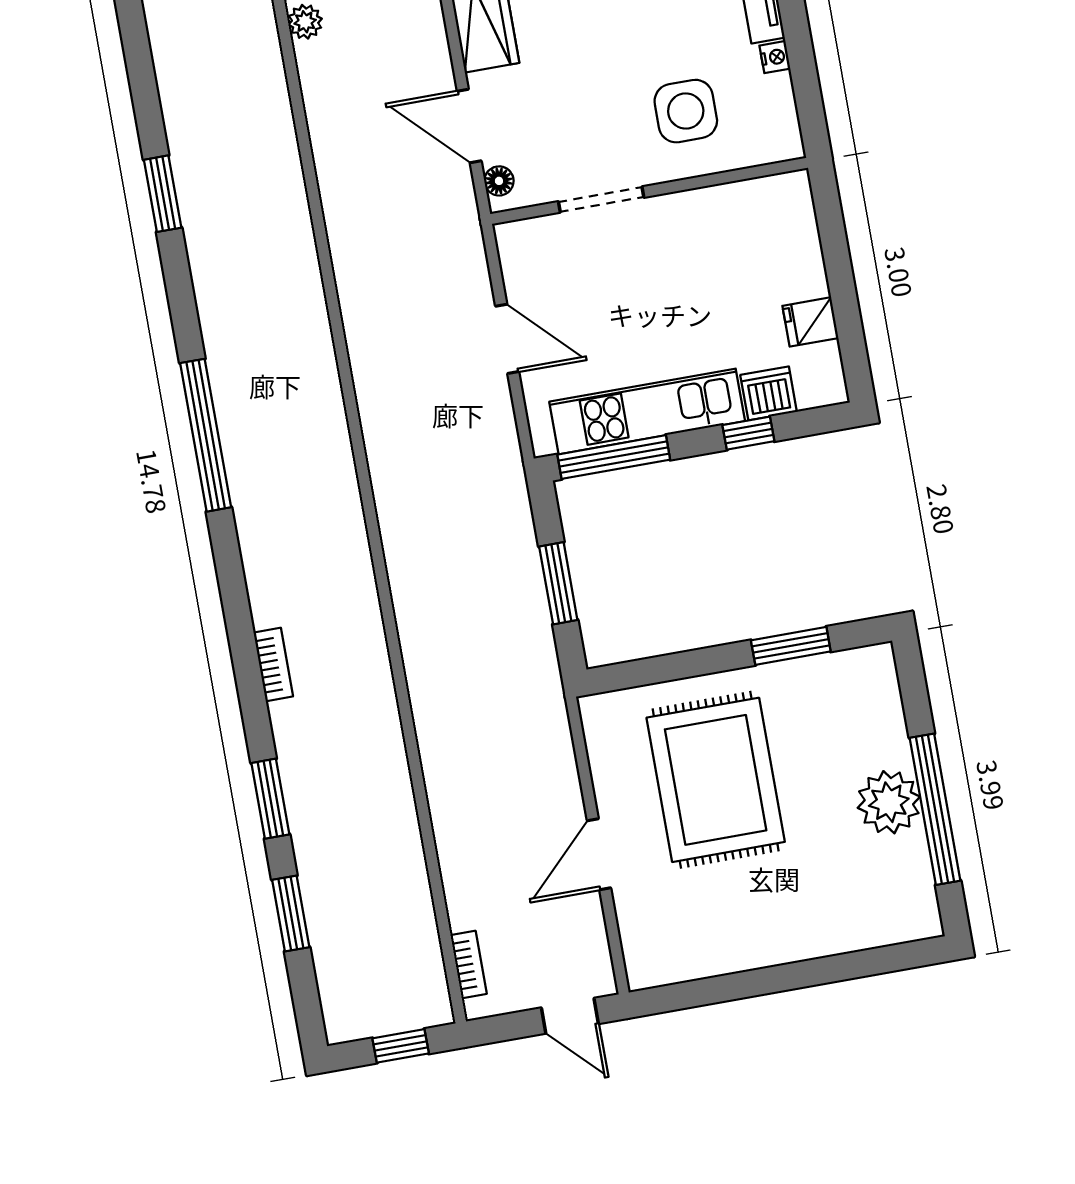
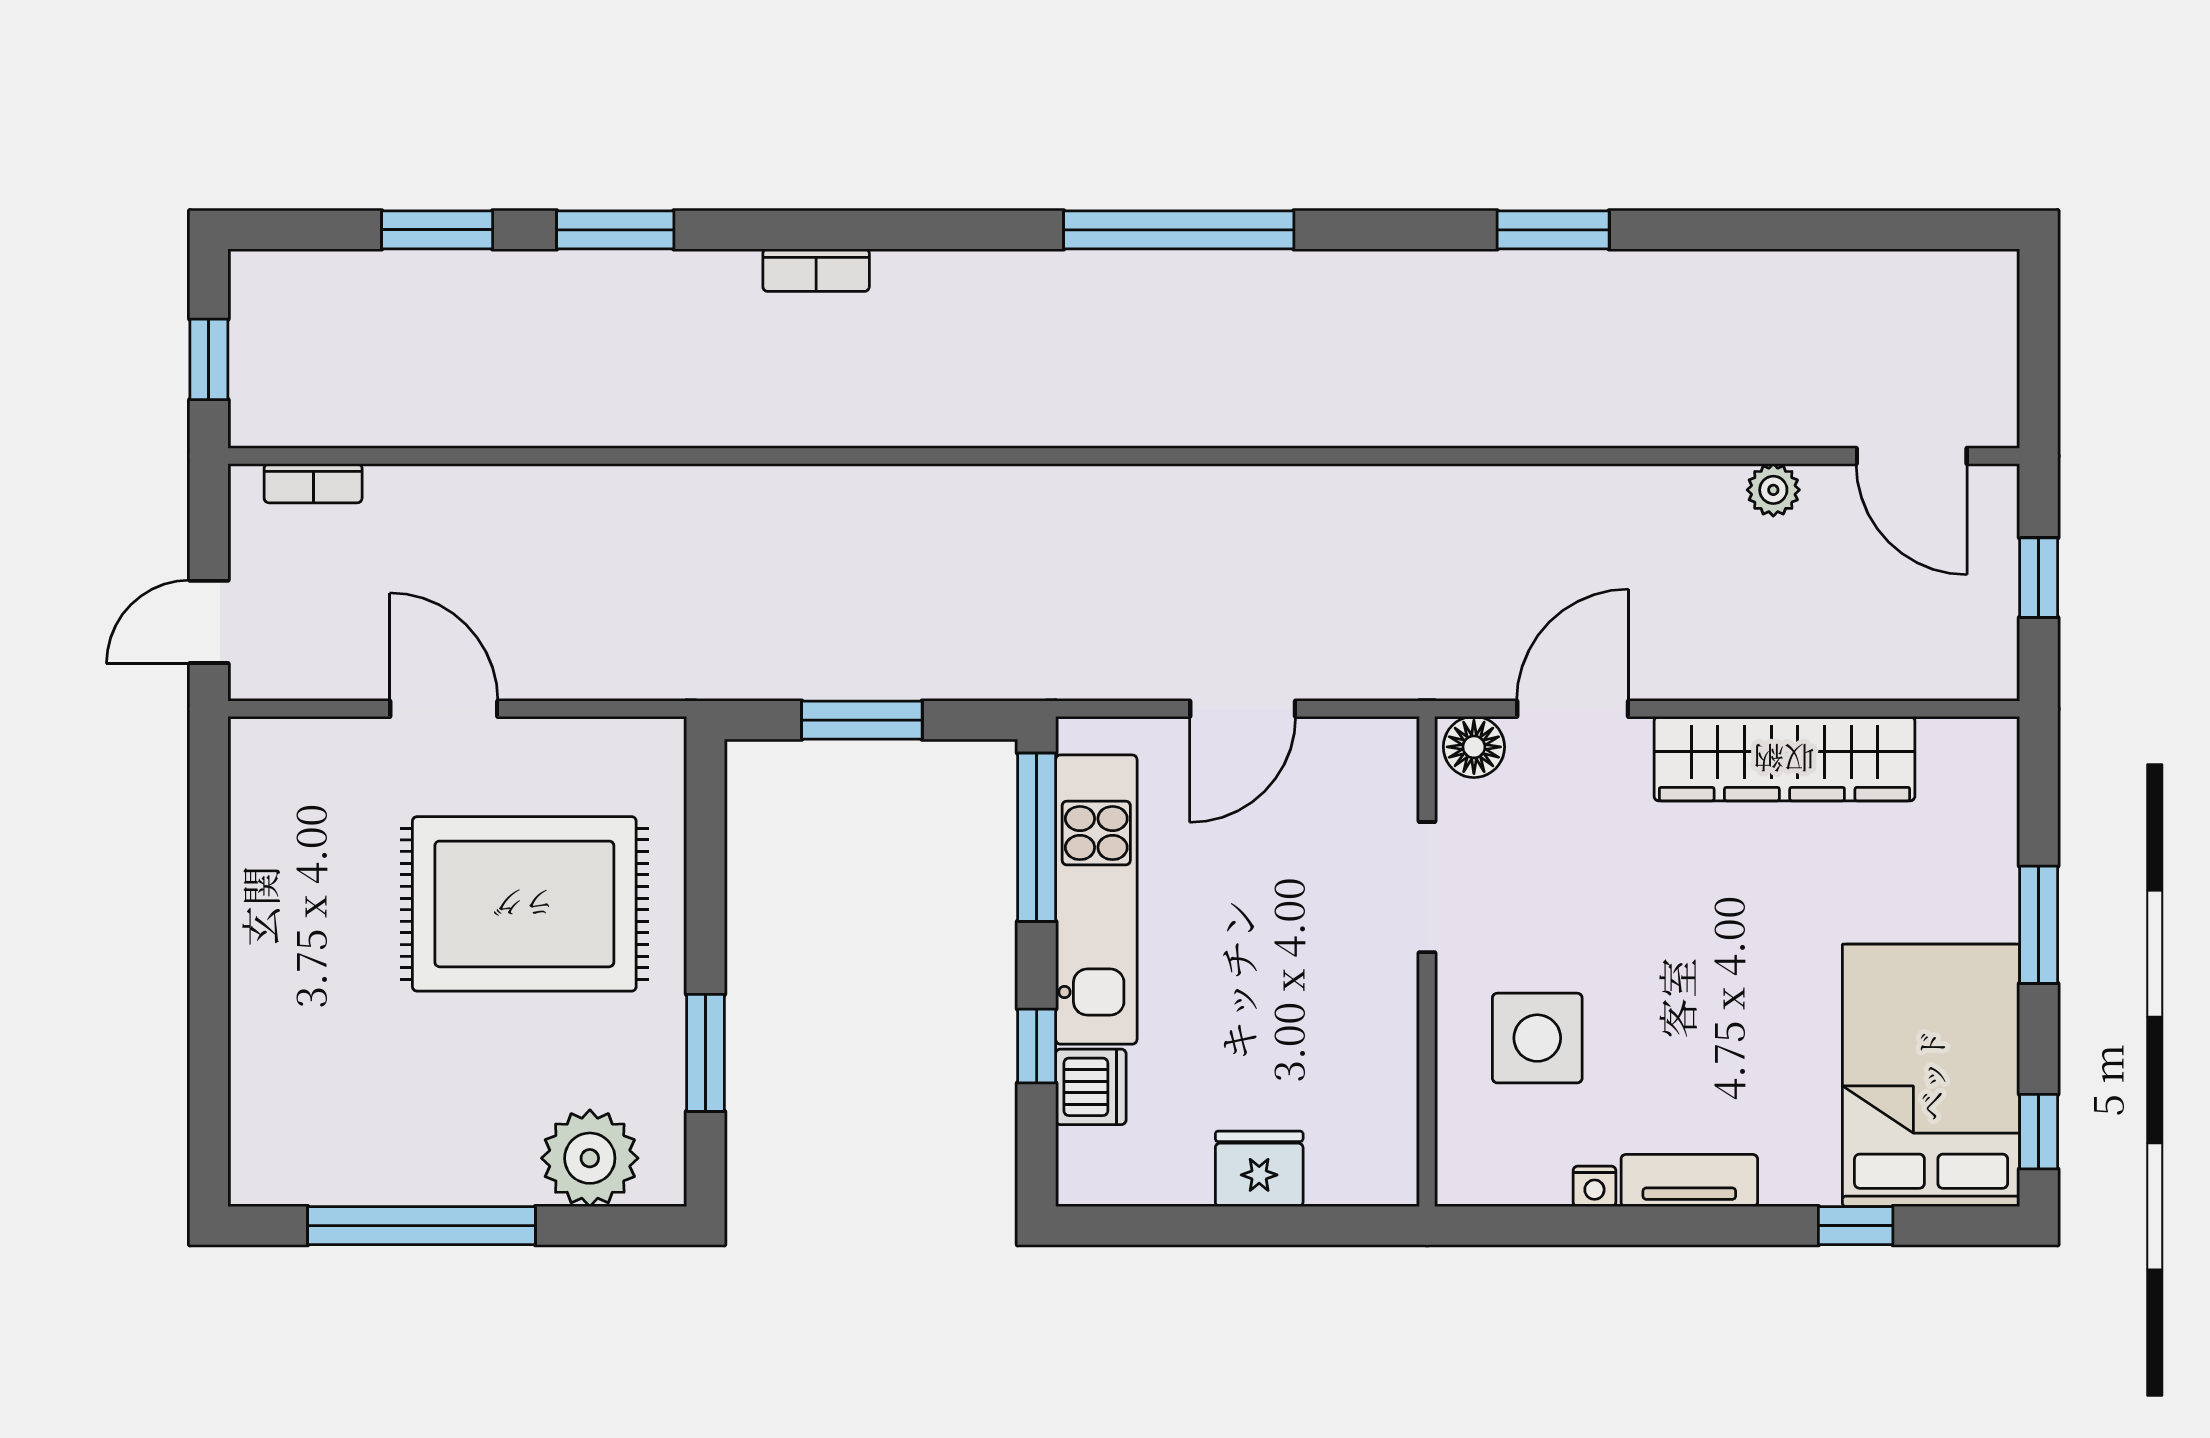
floor lamp: (499, 181) -> (1474, 747), width x1.37, depth x1.37
fridge: (810, 322) -> (1259, 1169), moved, width x1.38
plant: (889, 802) -> (590, 1158), moved

